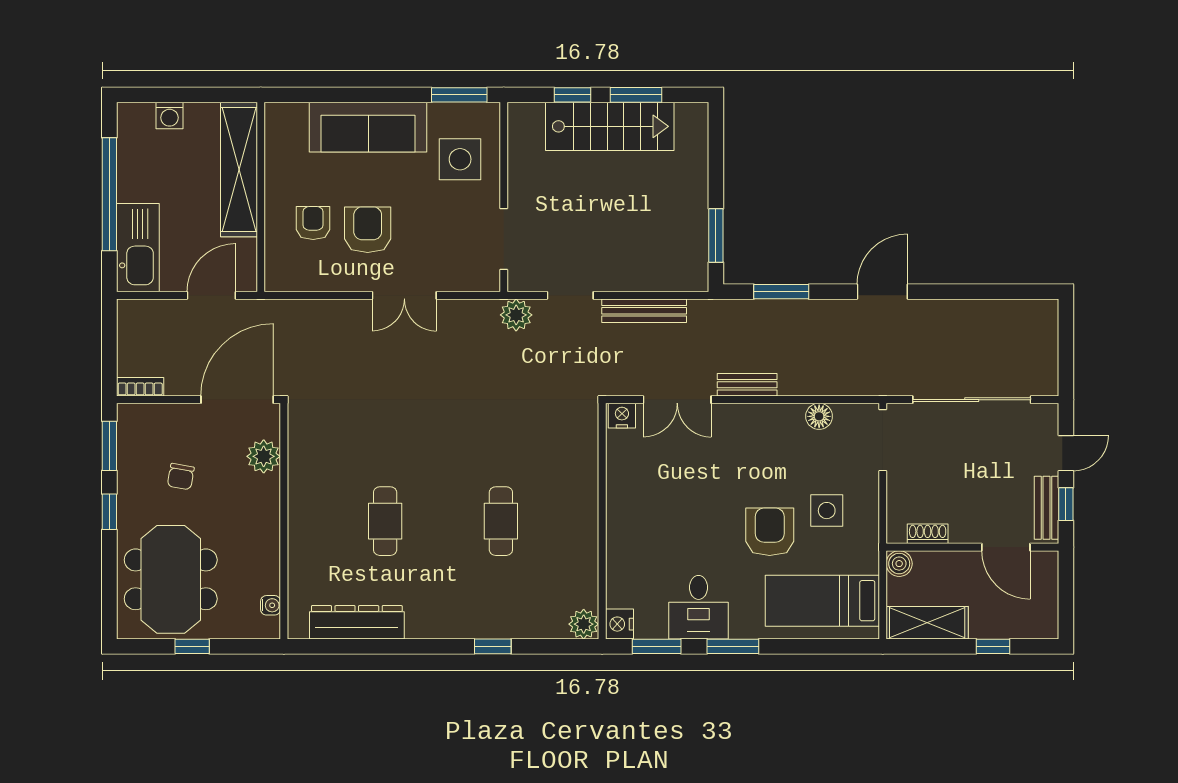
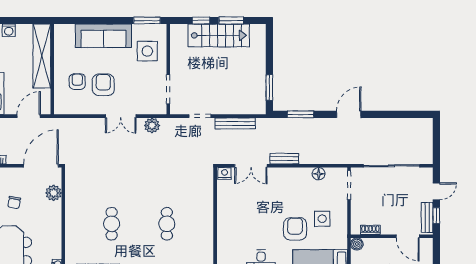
plant: (516, 315) -> (152, 125), moved

